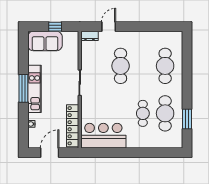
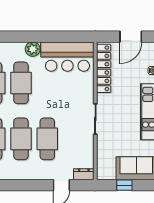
cafe table: (143, 66) -> (21, 139), added
cafe table: (143, 113) -> (21, 83), width x1.37, depth x1.35
plant: (133, 142) -> (33, 49), added

